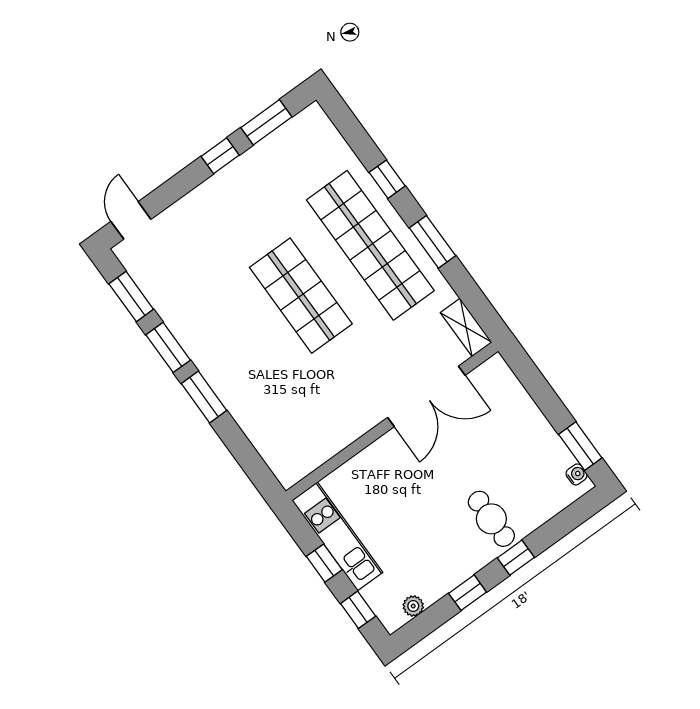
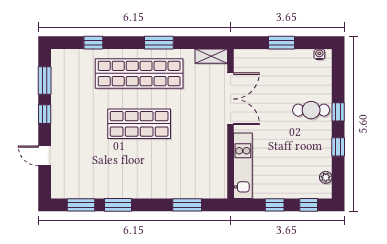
window: (387, 179) -> (93, 43), moved
door: (131, 220) -> (45, 156), moved
window: (204, 397) -> (187, 205), moved
window: (580, 446) -> (282, 43), moved
kitchen unit: (337, 536) -> (243, 166), moved, turned 90

